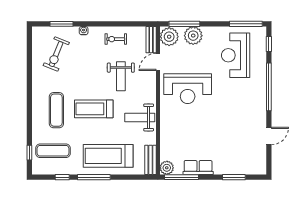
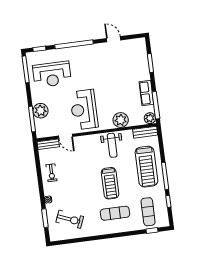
plant: (169, 37) -> (121, 120), moved
weight bench: (121, 76) -> (81, 165), removed
reception desk: (188, 89) -> (84, 110), turned 180

